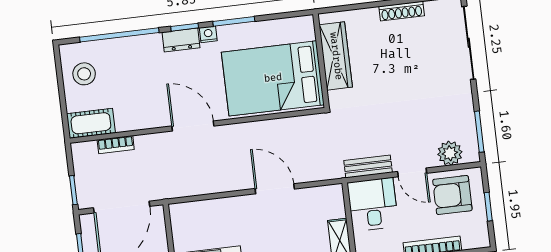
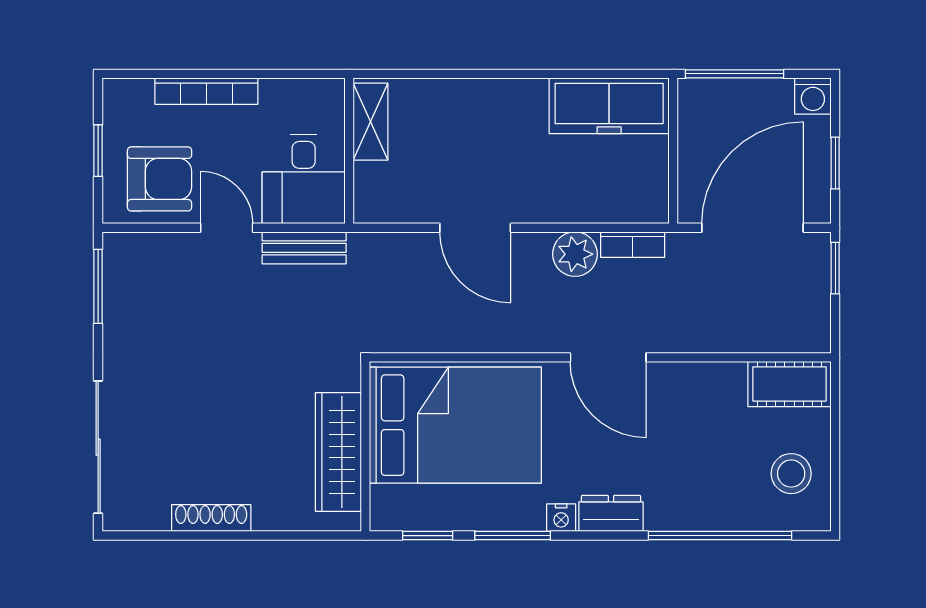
window: (185, 27) -> (428, 536), moved
bookcase: (116, 145) -> (633, 245), moved, turned 180
plant: (450, 153) -> (575, 254), moved

